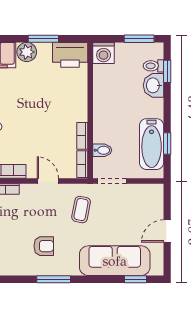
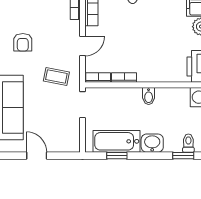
washbasin: (153, 85) -> (152, 143), moved
bidet: (102, 150) -> (149, 96), moved

